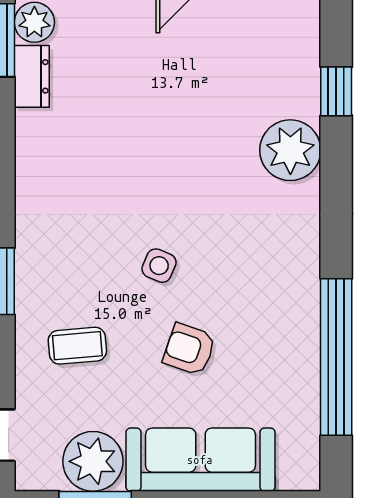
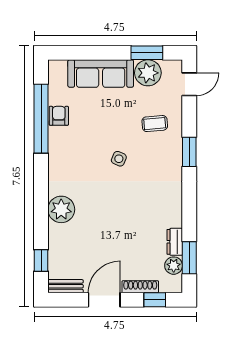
window: (336, 91) -> (41, 261), moved
armchair: (189, 349) -> (59, 116), moved, turned -109

